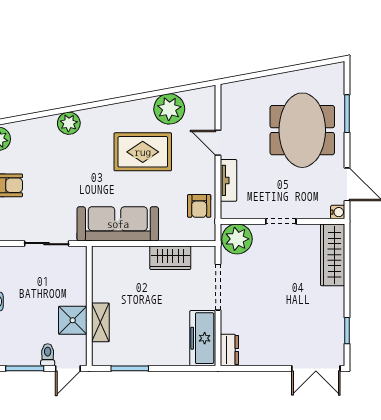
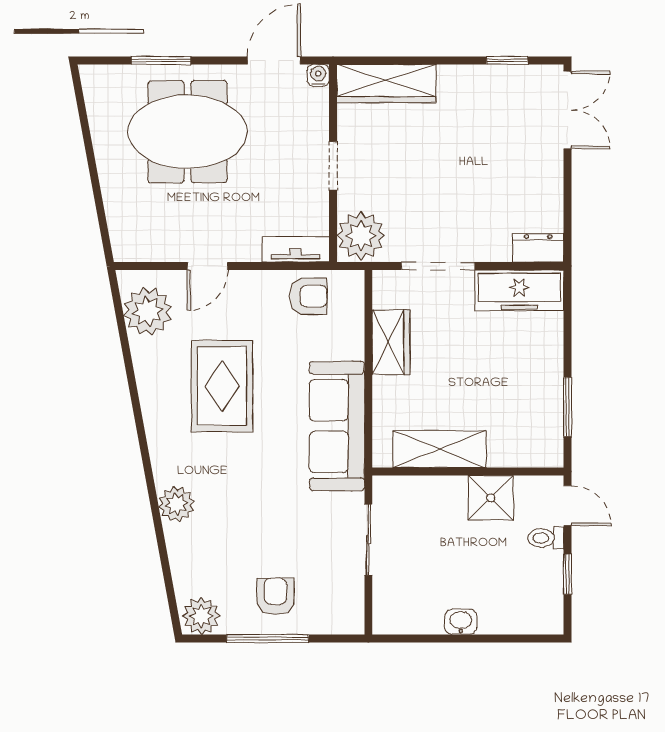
plant: (169, 109) -> (148, 311), moved
tv unit: (229, 180) -> (296, 249), moved
shelving: (100, 322) -> (439, 449), moved, width x1.50, depth x1.33
window: (25, 368) -> (567, 574), width x0.67

